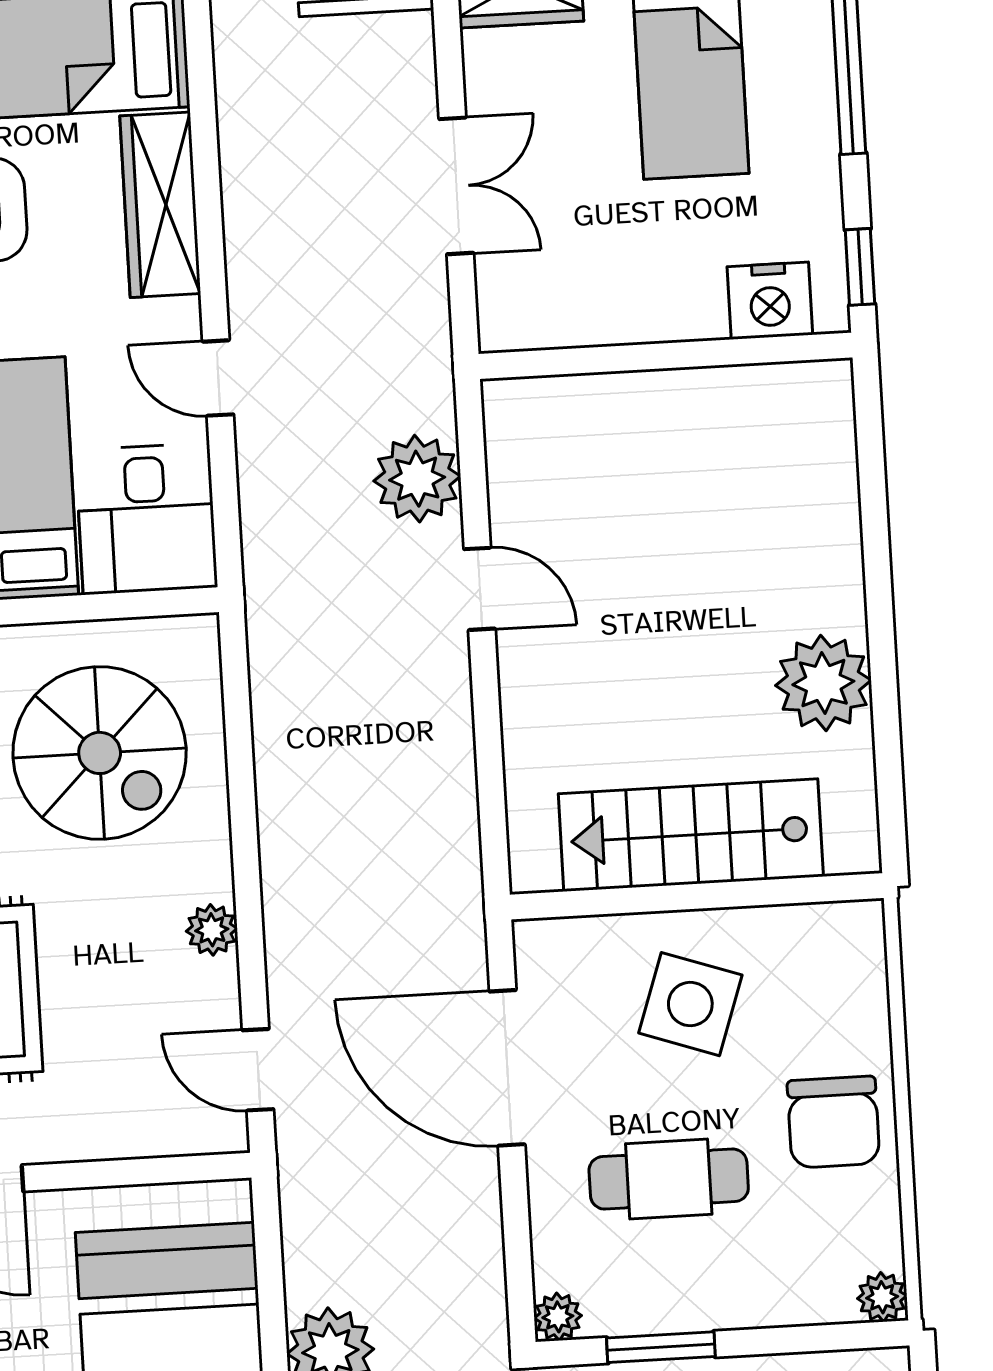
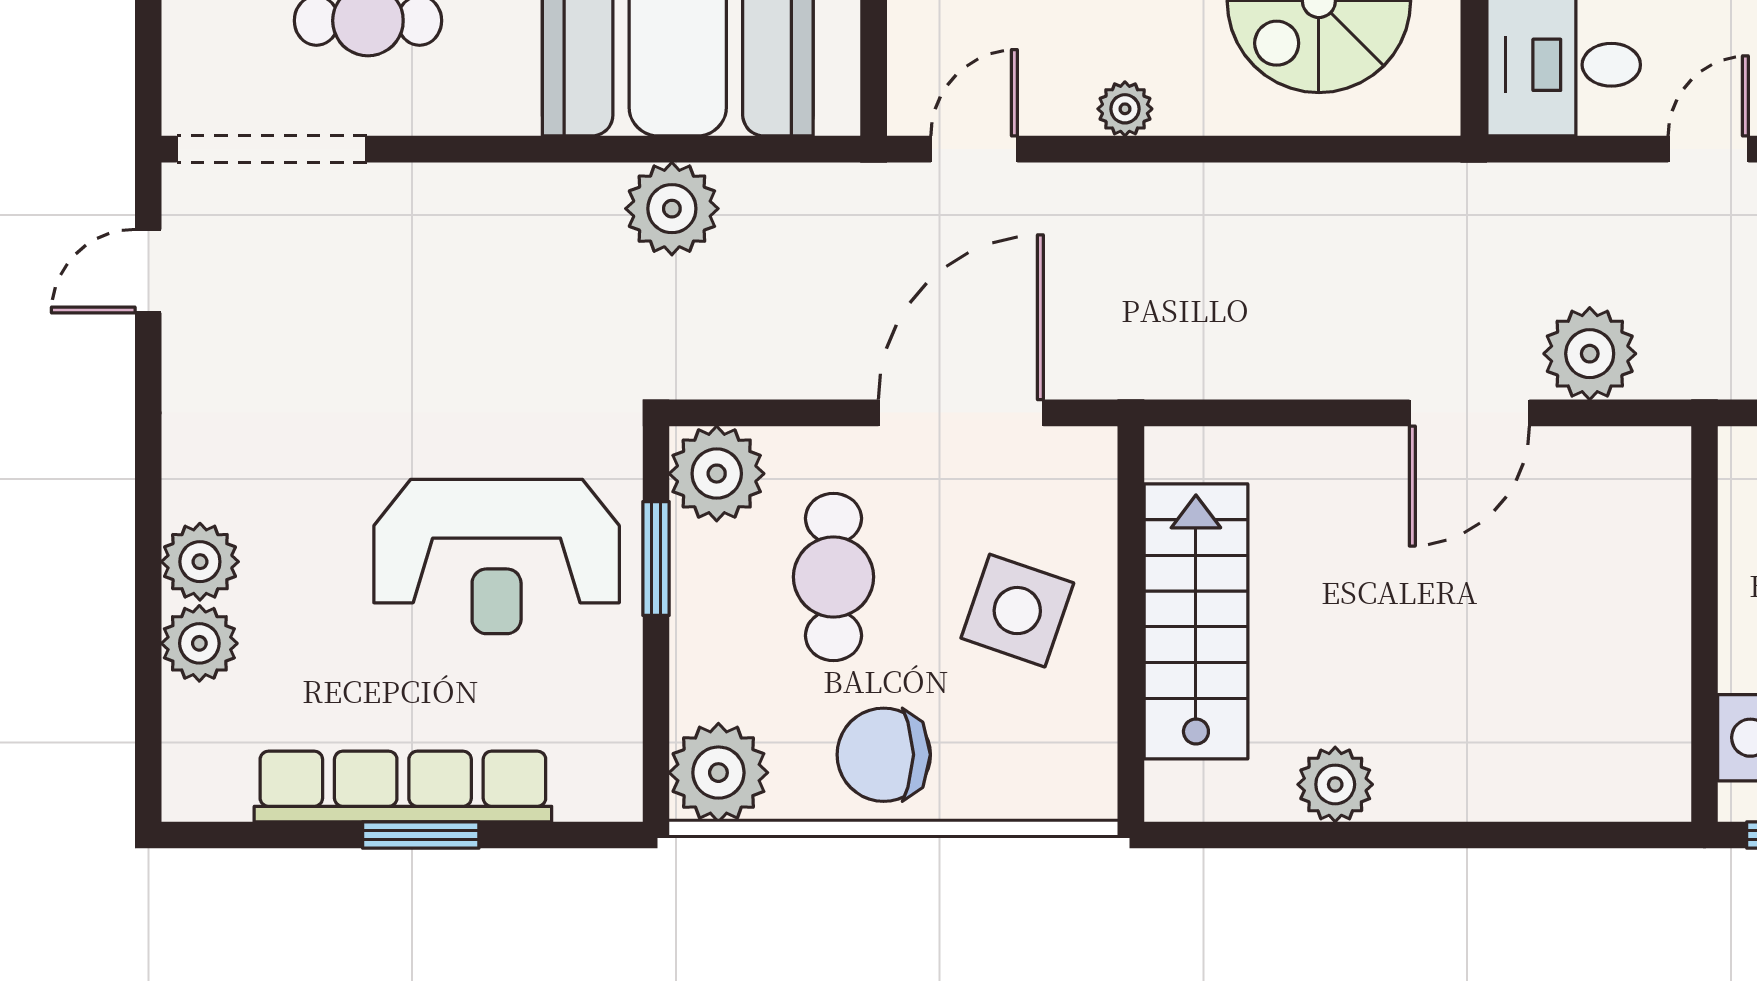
door: (480, 589) -> (1469, 413), width x1.38
plant: (823, 683) -> (1335, 784), width x0.73, depth x0.73
plant: (882, 1297) -> (718, 773), width x1.88, depth x1.88
plant: (558, 1317) -> (717, 474), width x1.87, depth x1.87

